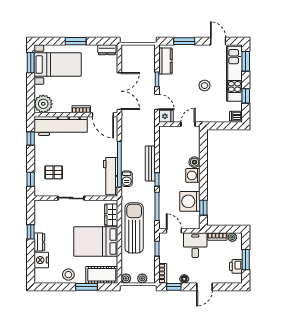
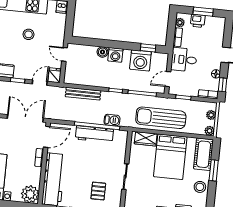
bench: (150, 163) -> (83, 94), moved
workbench: (111, 176) -> (94, 134), moved
printer: (236, 266) -> (198, 21), moved

